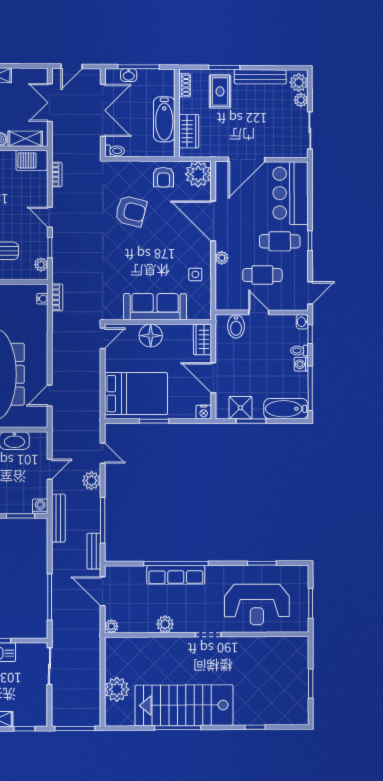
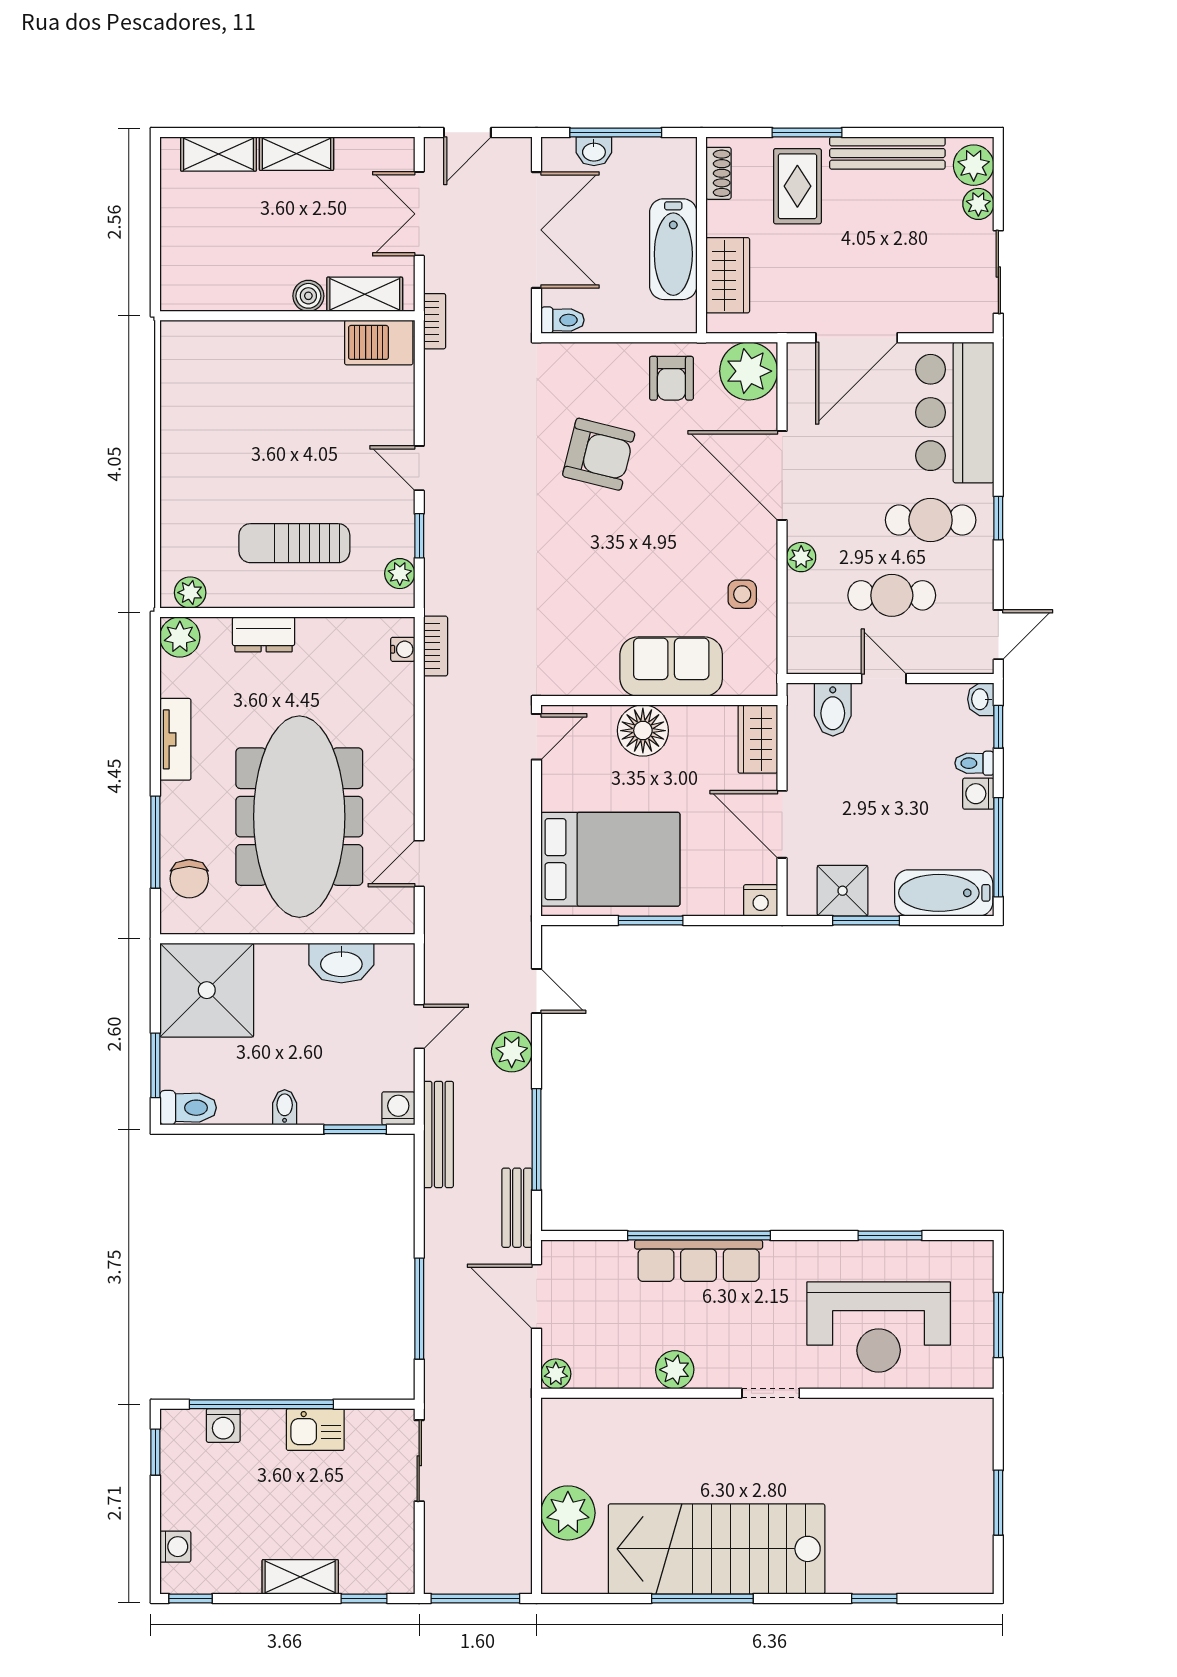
bookcase: (57, 174) -> (435, 321), moved
sofa: (155, 307) -> (671, 667), width x0.73

